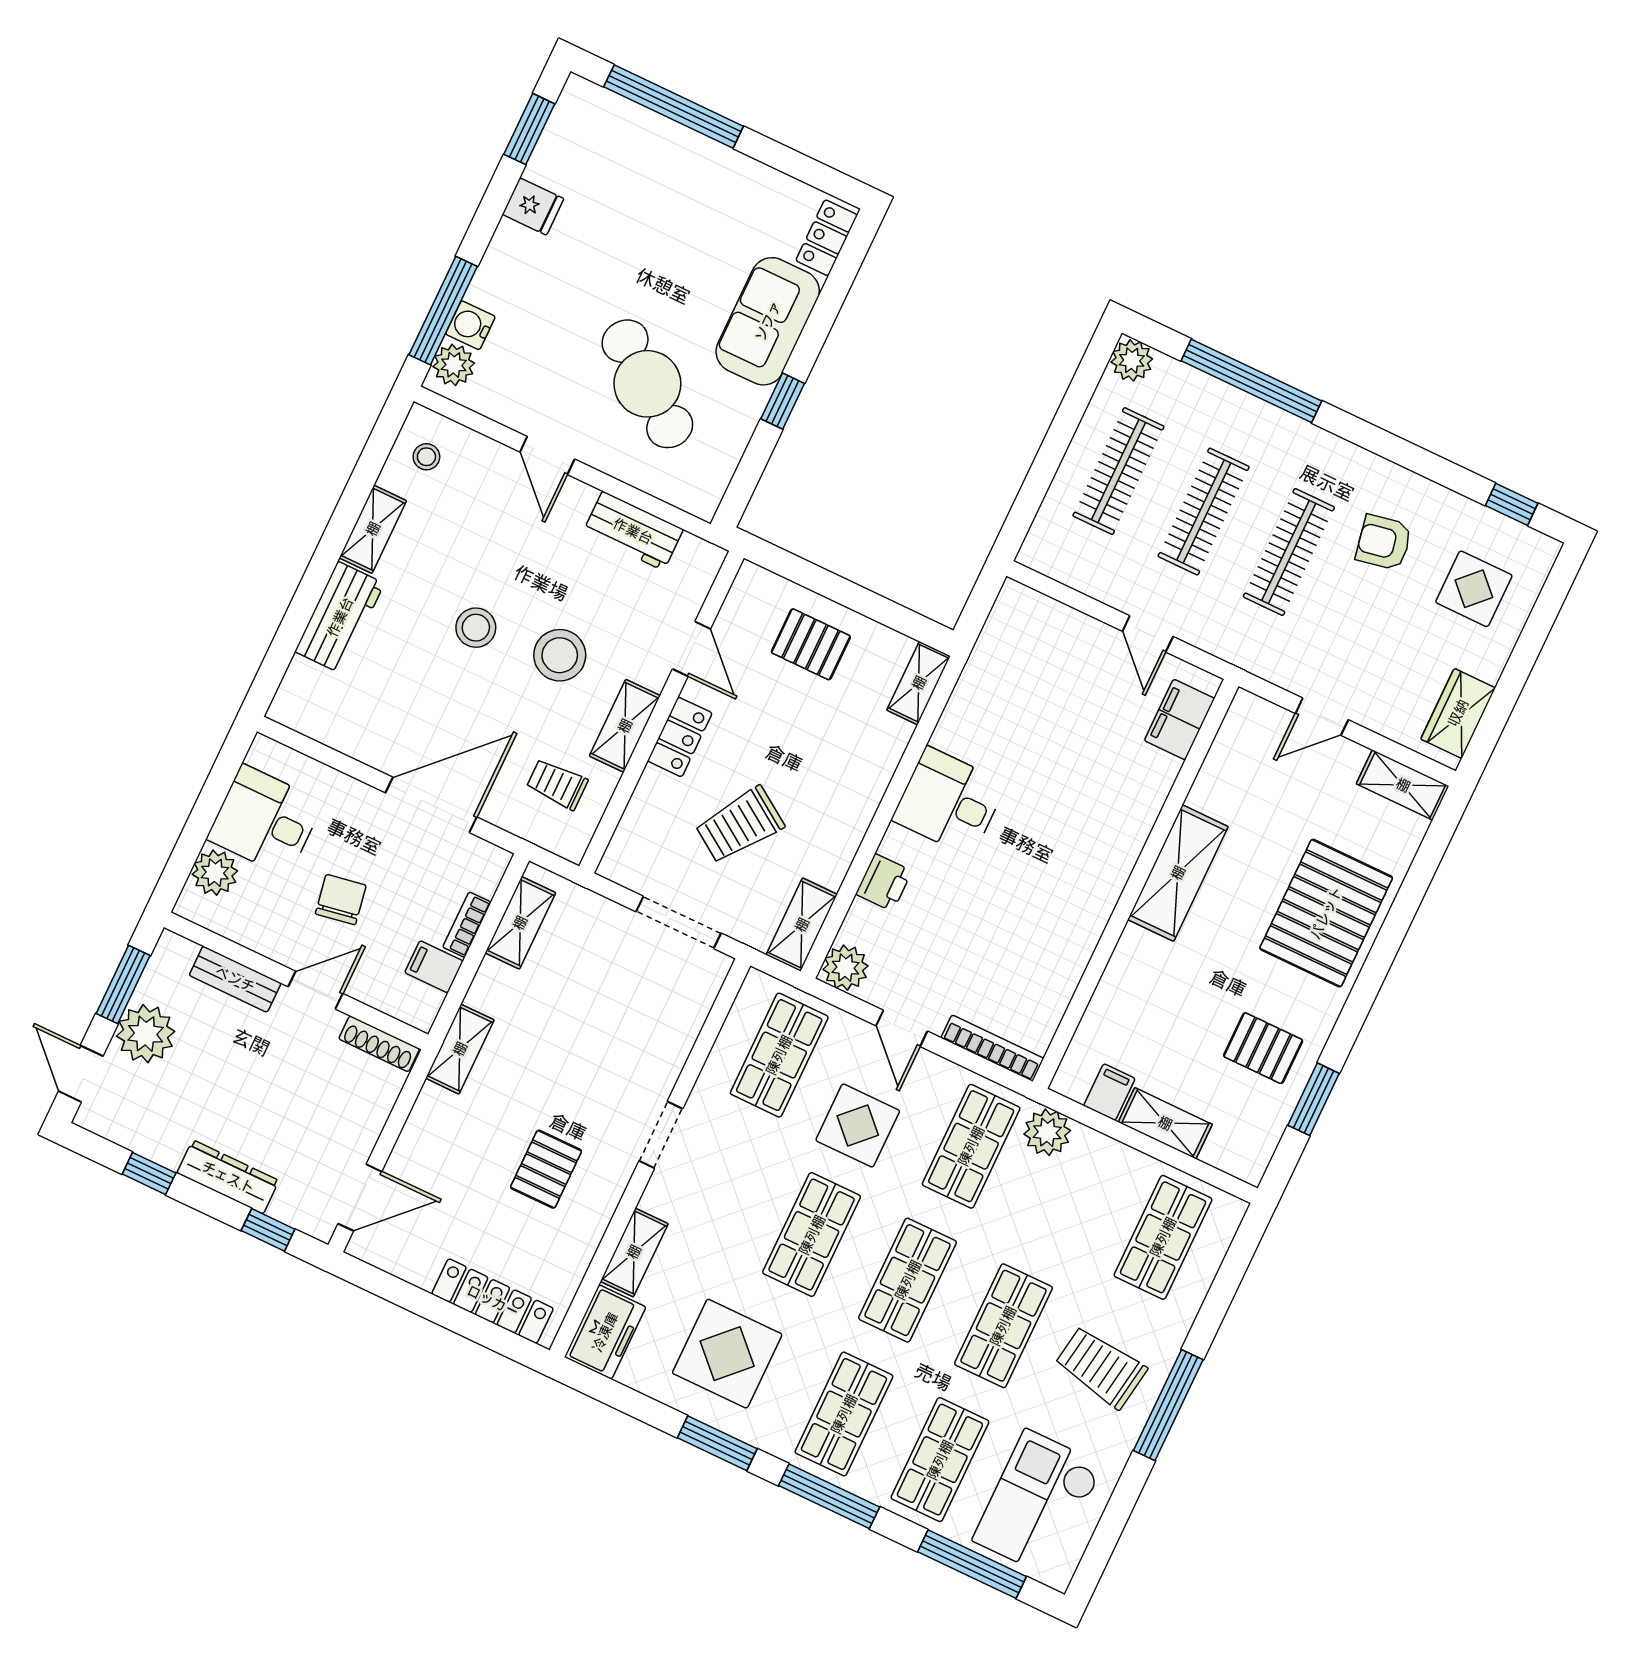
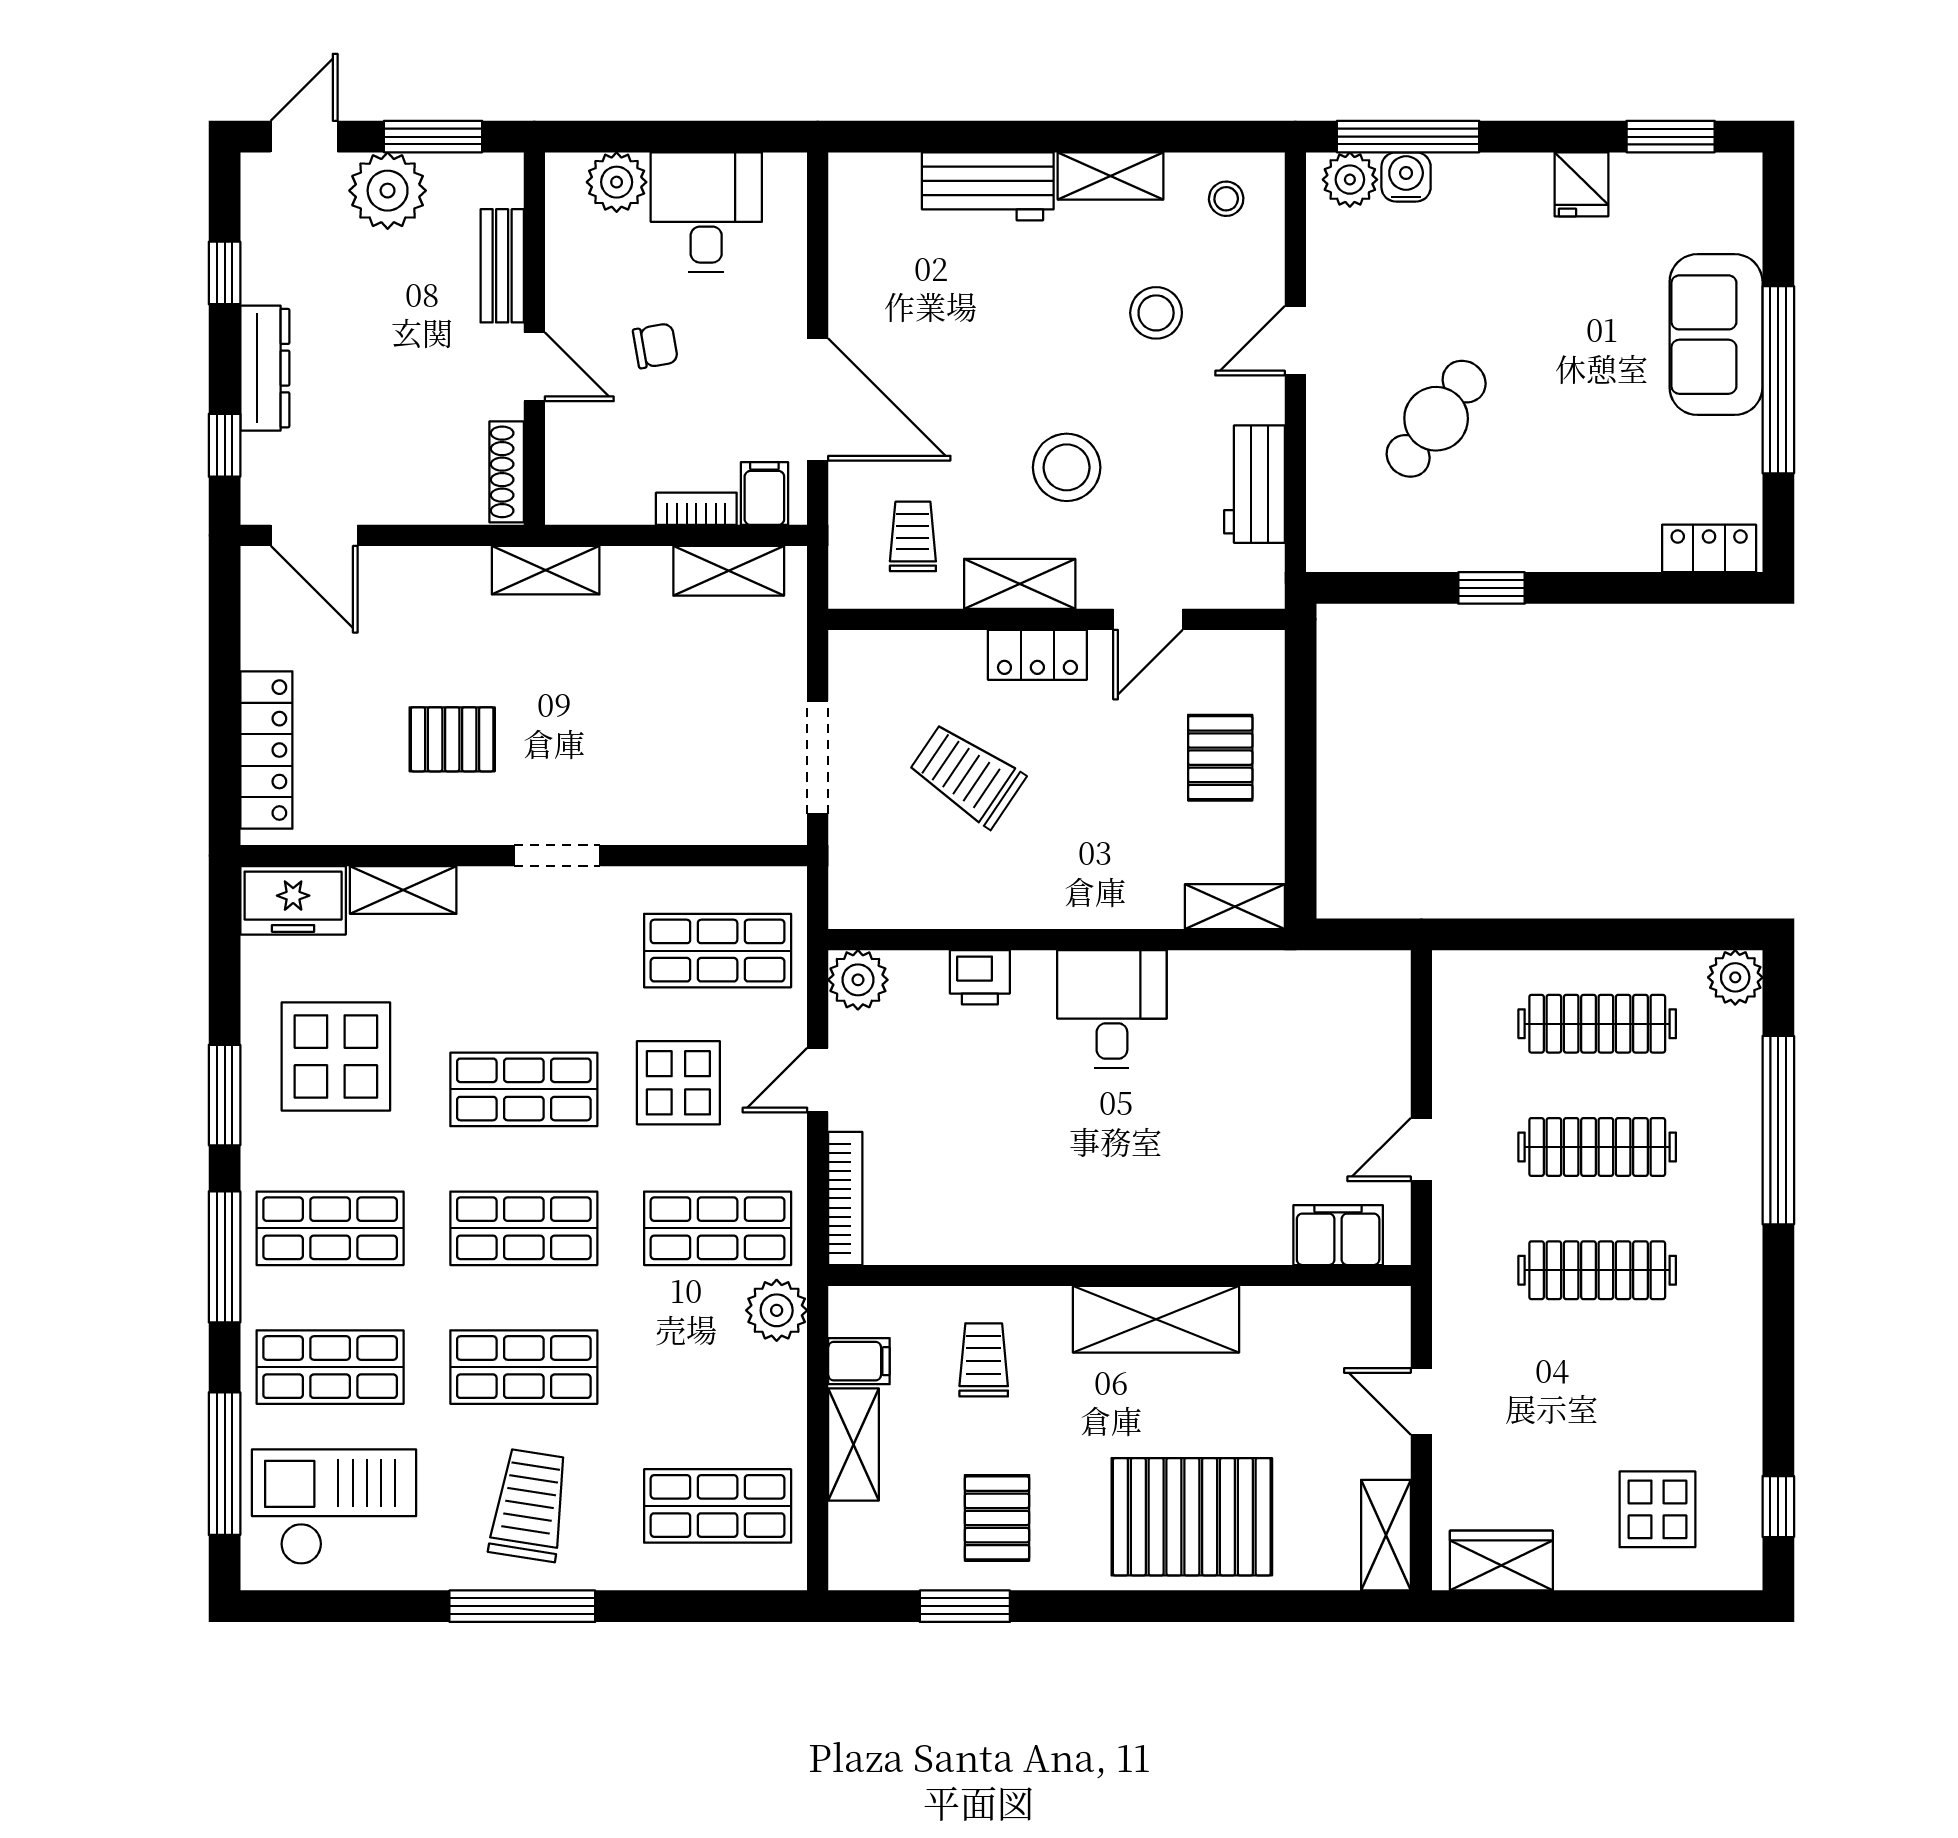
window: (674, 106) -> (1778, 380), moved
sofa: (768, 321) -> (1716, 335), moved, turned -90
cafe table: (647, 384) -> (1436, 419), width x0.73, depth x0.74
armchair: (1384, 542) -> (1662, 1377), removed
stool: (476, 628) -> (1156, 313), moved
chair: (341, 900) -> (655, 346), width x0.73, depth x0.73
shelving: (802, 925) -> (884, 904), removed
filing cabinet: (434, 967) -> (764, 494), moved
trolley: (1149, 1005) -> (984, 1360), added

